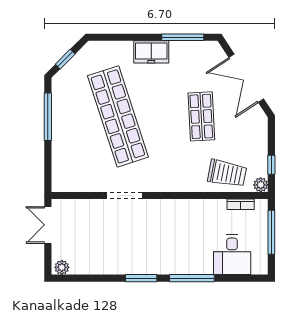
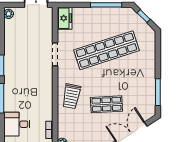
freezer: (151, 52) -> (65, 18), moved, turned 180
trolley: (227, 173) -> (71, 96), moved

